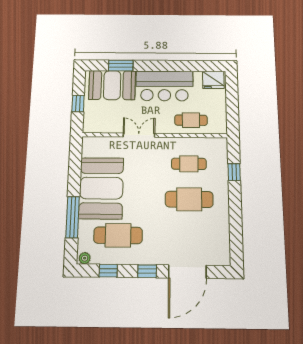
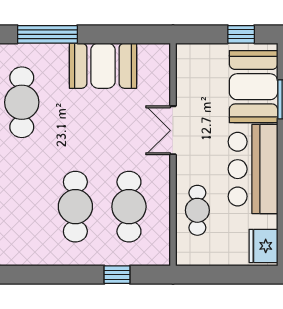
window: (78, 104) -> (241, 34), moved
double door: (139, 135) -> (173, 130), swing flipped
cafe table: (189, 164) -> (129, 207), width x1.37, depth x1.35
booth: (101, 188) -> (103, 66), width x0.73, depth x0.70

